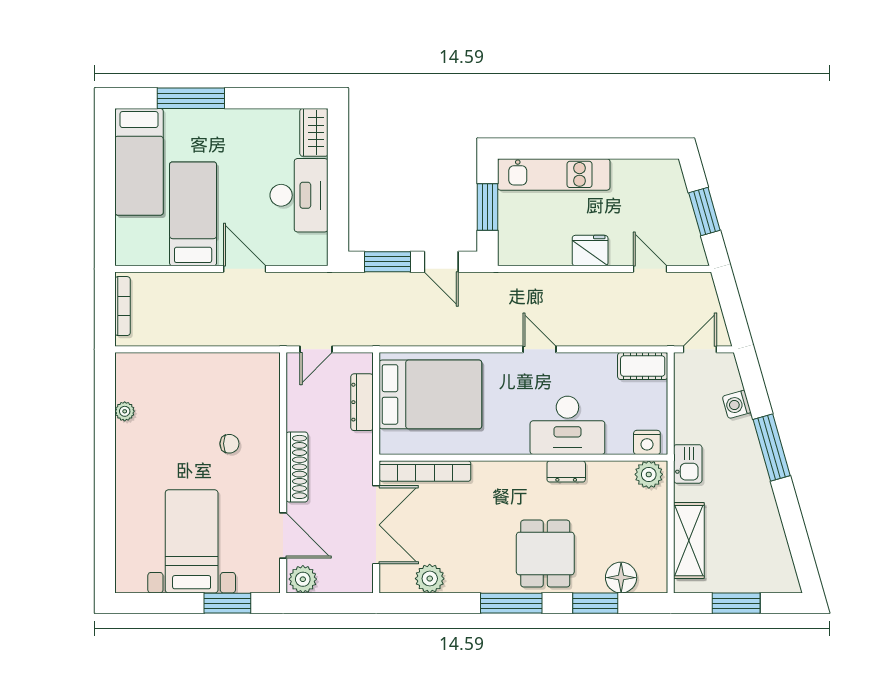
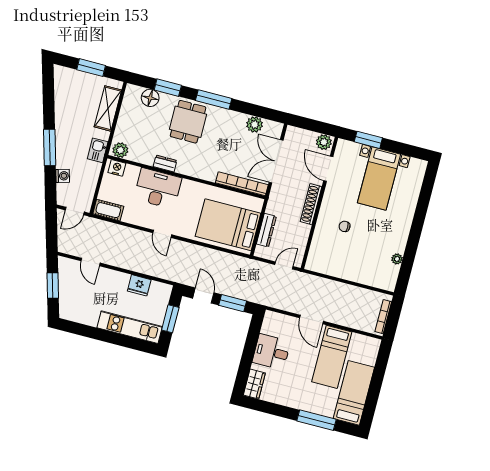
desk: (299, 195) -> (271, 352), width x0.73
fridge: (590, 251) -> (139, 285), moved

